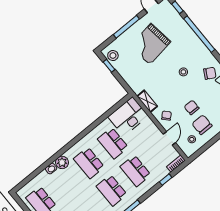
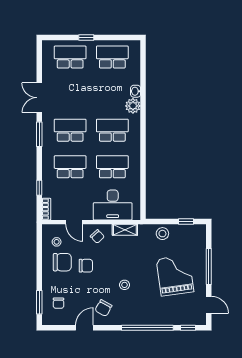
stool: (113, 55) -> (162, 234), moved
desk: (128, 116) -> (113, 205), moved, turned 90

